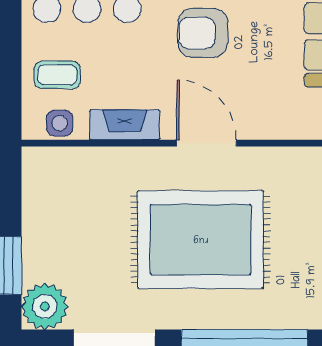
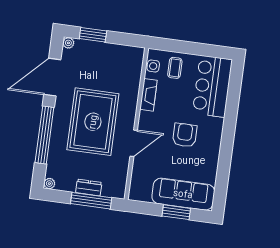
door: (206, 143) -> (134, 143), moved
plant: (45, 306) -> (68, 43), width x0.53, depth x0.53

